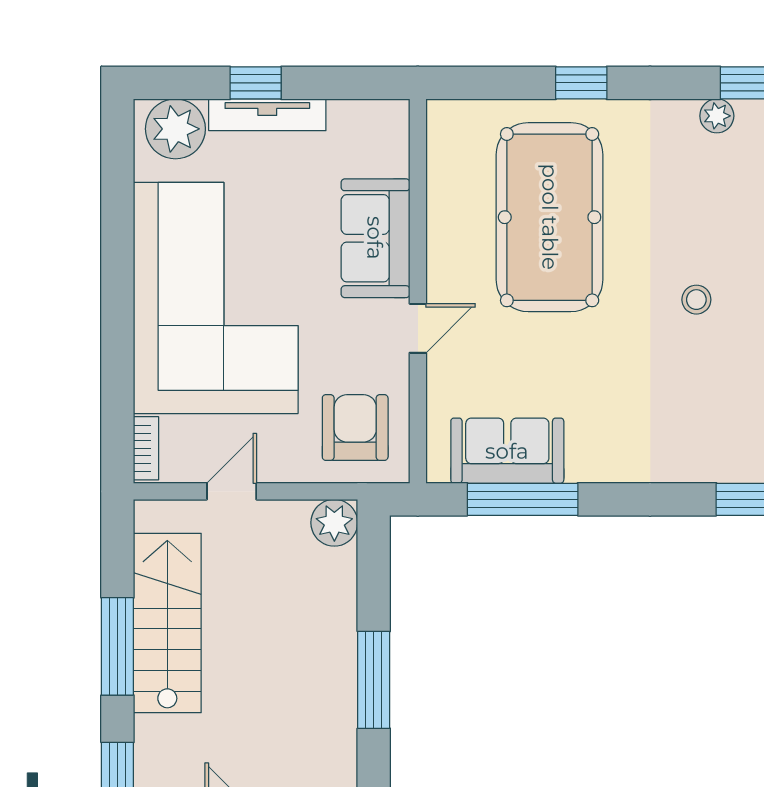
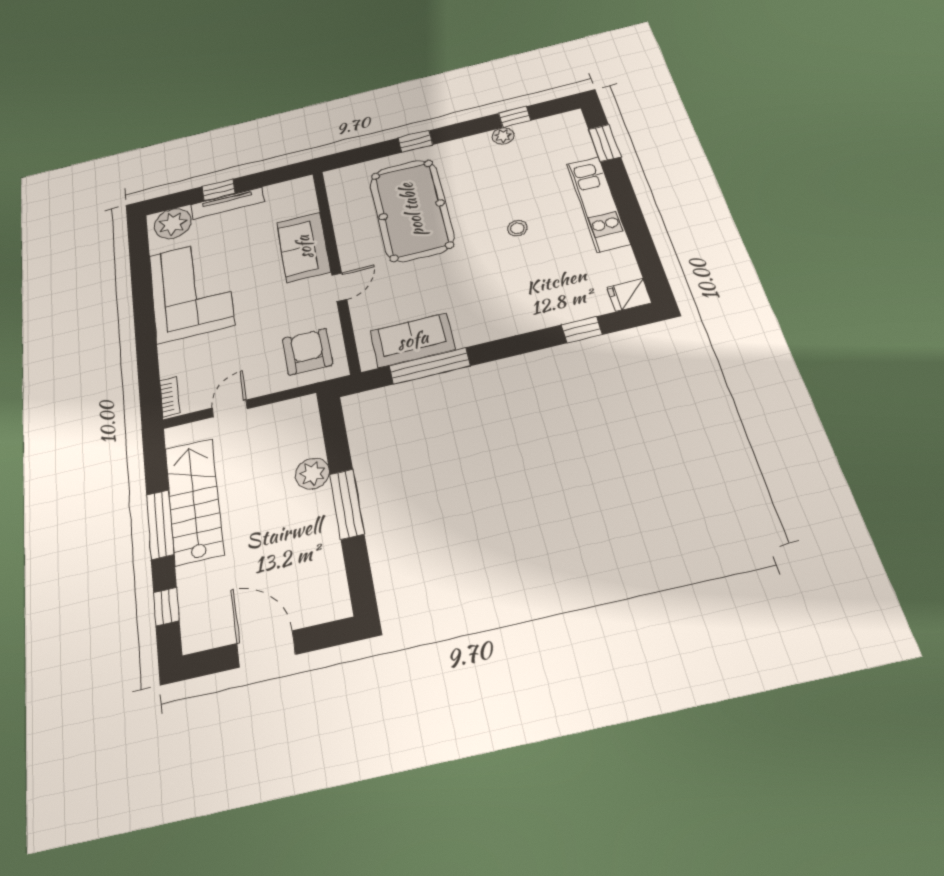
corner sofa: (216, 298) -> (191, 290), width x0.73, depth x0.74
plant: (334, 523) -> (312, 474), moved

